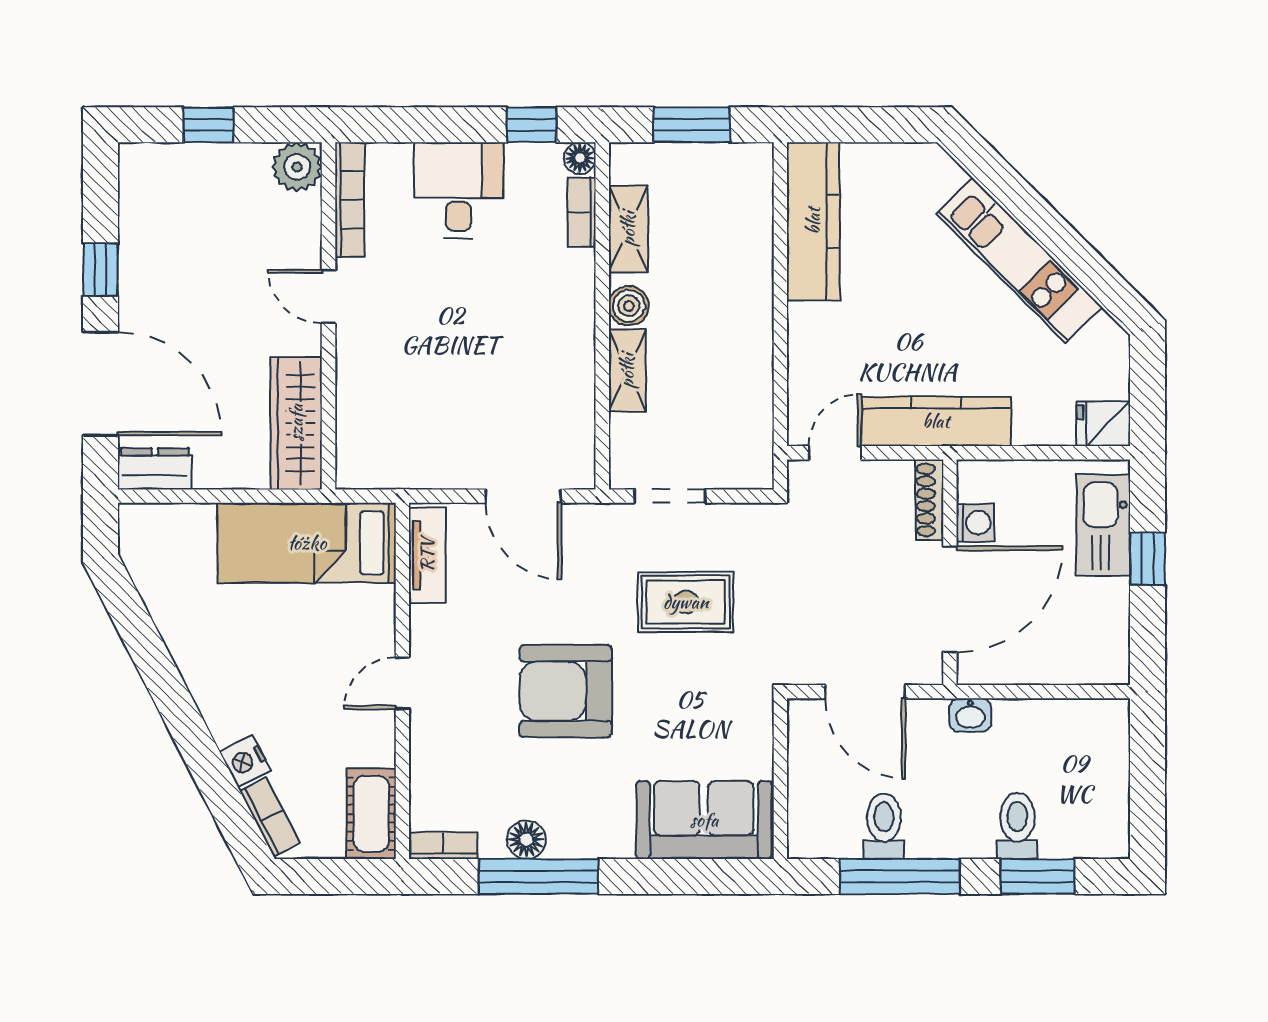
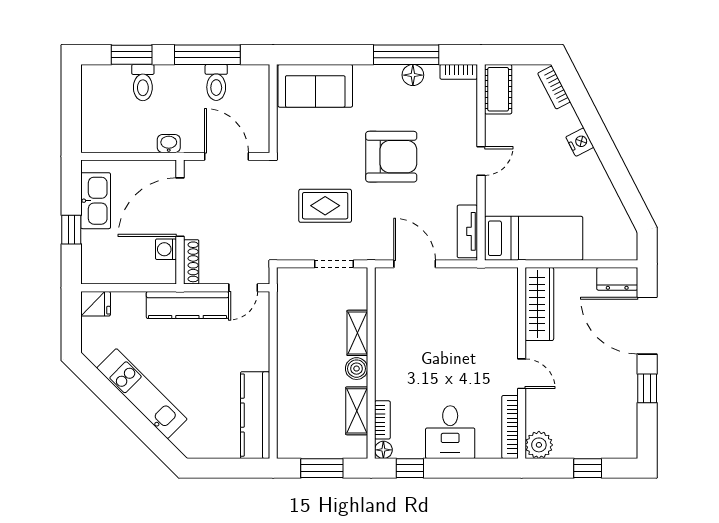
kitchen sink: (1103, 525) -> (96, 201), moved
nightstand: (245, 761) -> (580, 142), moved

